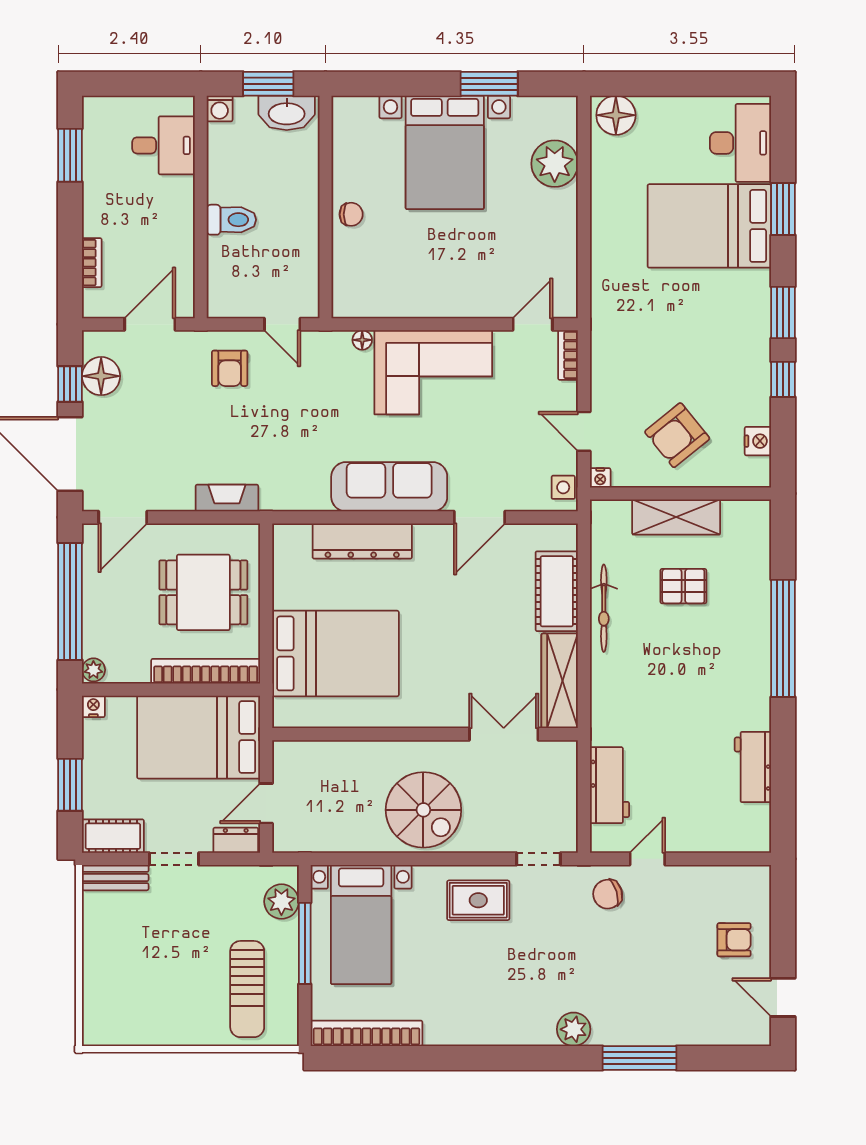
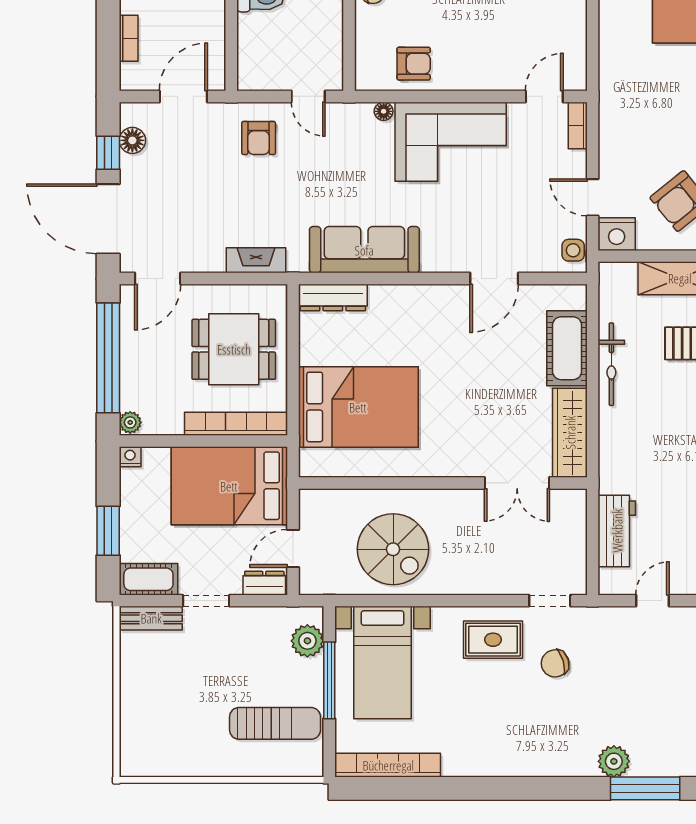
armchair: (394, 289) -> (414, 64), added
floor lamp: (101, 376) -> (132, 140), width x0.73, depth x0.73
nightstand: (600, 478) -> (617, 234), width x1.89, depth x1.79
sofa: (389, 487) -> (364, 250), moved
dresser: (362, 541) -> (333, 298), moved, width x0.73, depth x0.80
double door: (504, 734) -> (517, 483), swing flipped
spiral stairs: (423, 810) -> (393, 549), moved
chair: (608, 894) -> (555, 663), moved
sun lounger: (247, 989) -> (275, 723), turned -90
plant: (574, 1029) -> (614, 761), moved

